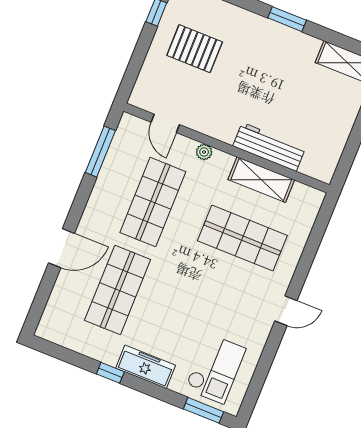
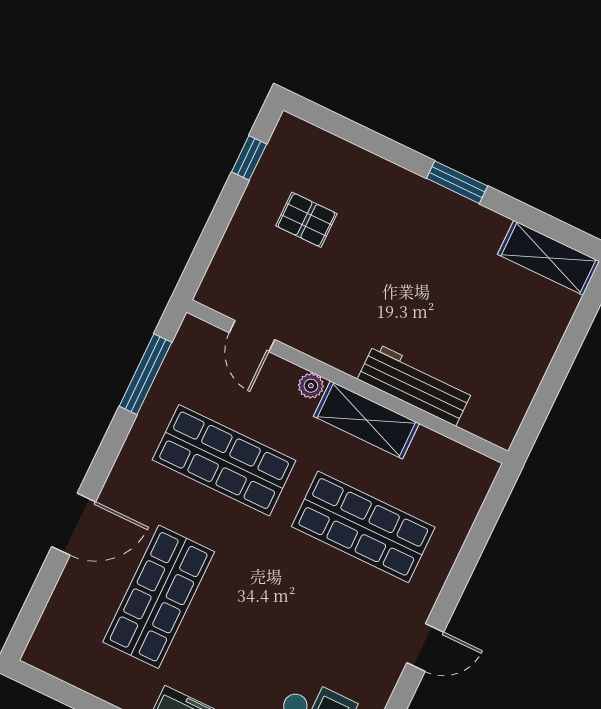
pallet: (195, 49) -> (306, 220), width x0.67, depth x0.71
shelving: (261, 180) -> (366, 420), moved
shop shelf: (153, 202) -> (224, 460), turned 90

